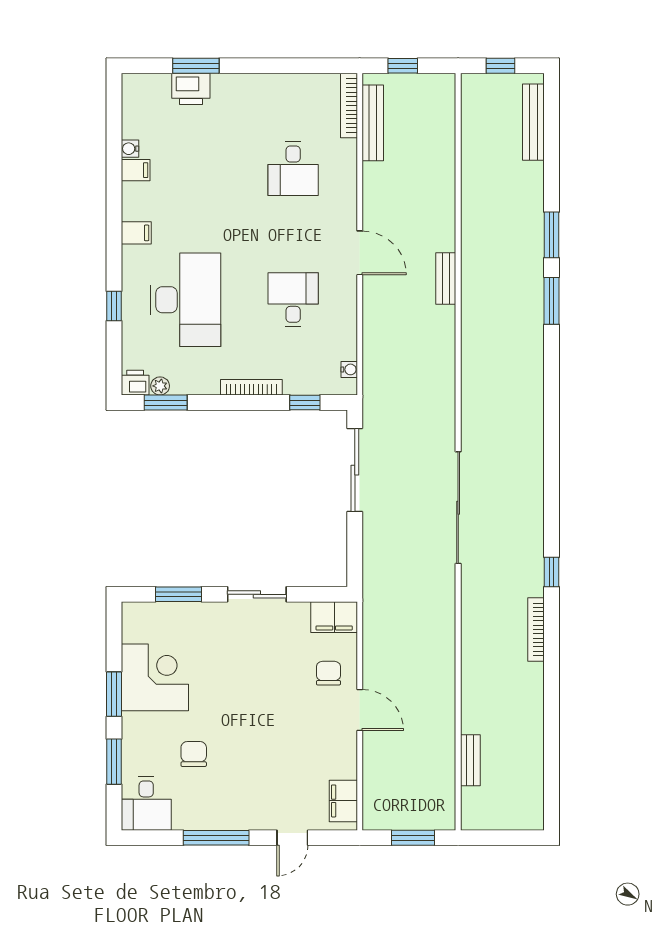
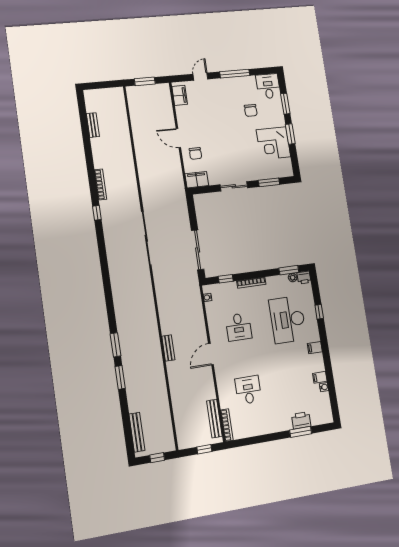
door: (360, 253) -> (211, 354), hinge flipped
bench: (470, 760) -> (93, 125), moved

